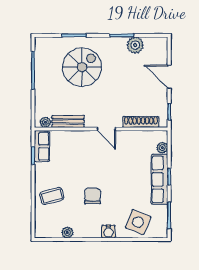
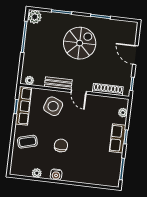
plant: (135, 45) -> (35, 17), moved
spiral stairs: (82, 67) -> (80, 43), moved
bench: (68, 121) -> (58, 83), moved
row of seats: (42, 146) -> (23, 106), width x1.48
row of seats: (160, 179) -> (118, 138), width x0.68
side table: (138, 222) -> (53, 106), moved
water cooler: (108, 232) -> (56, 175), moved

